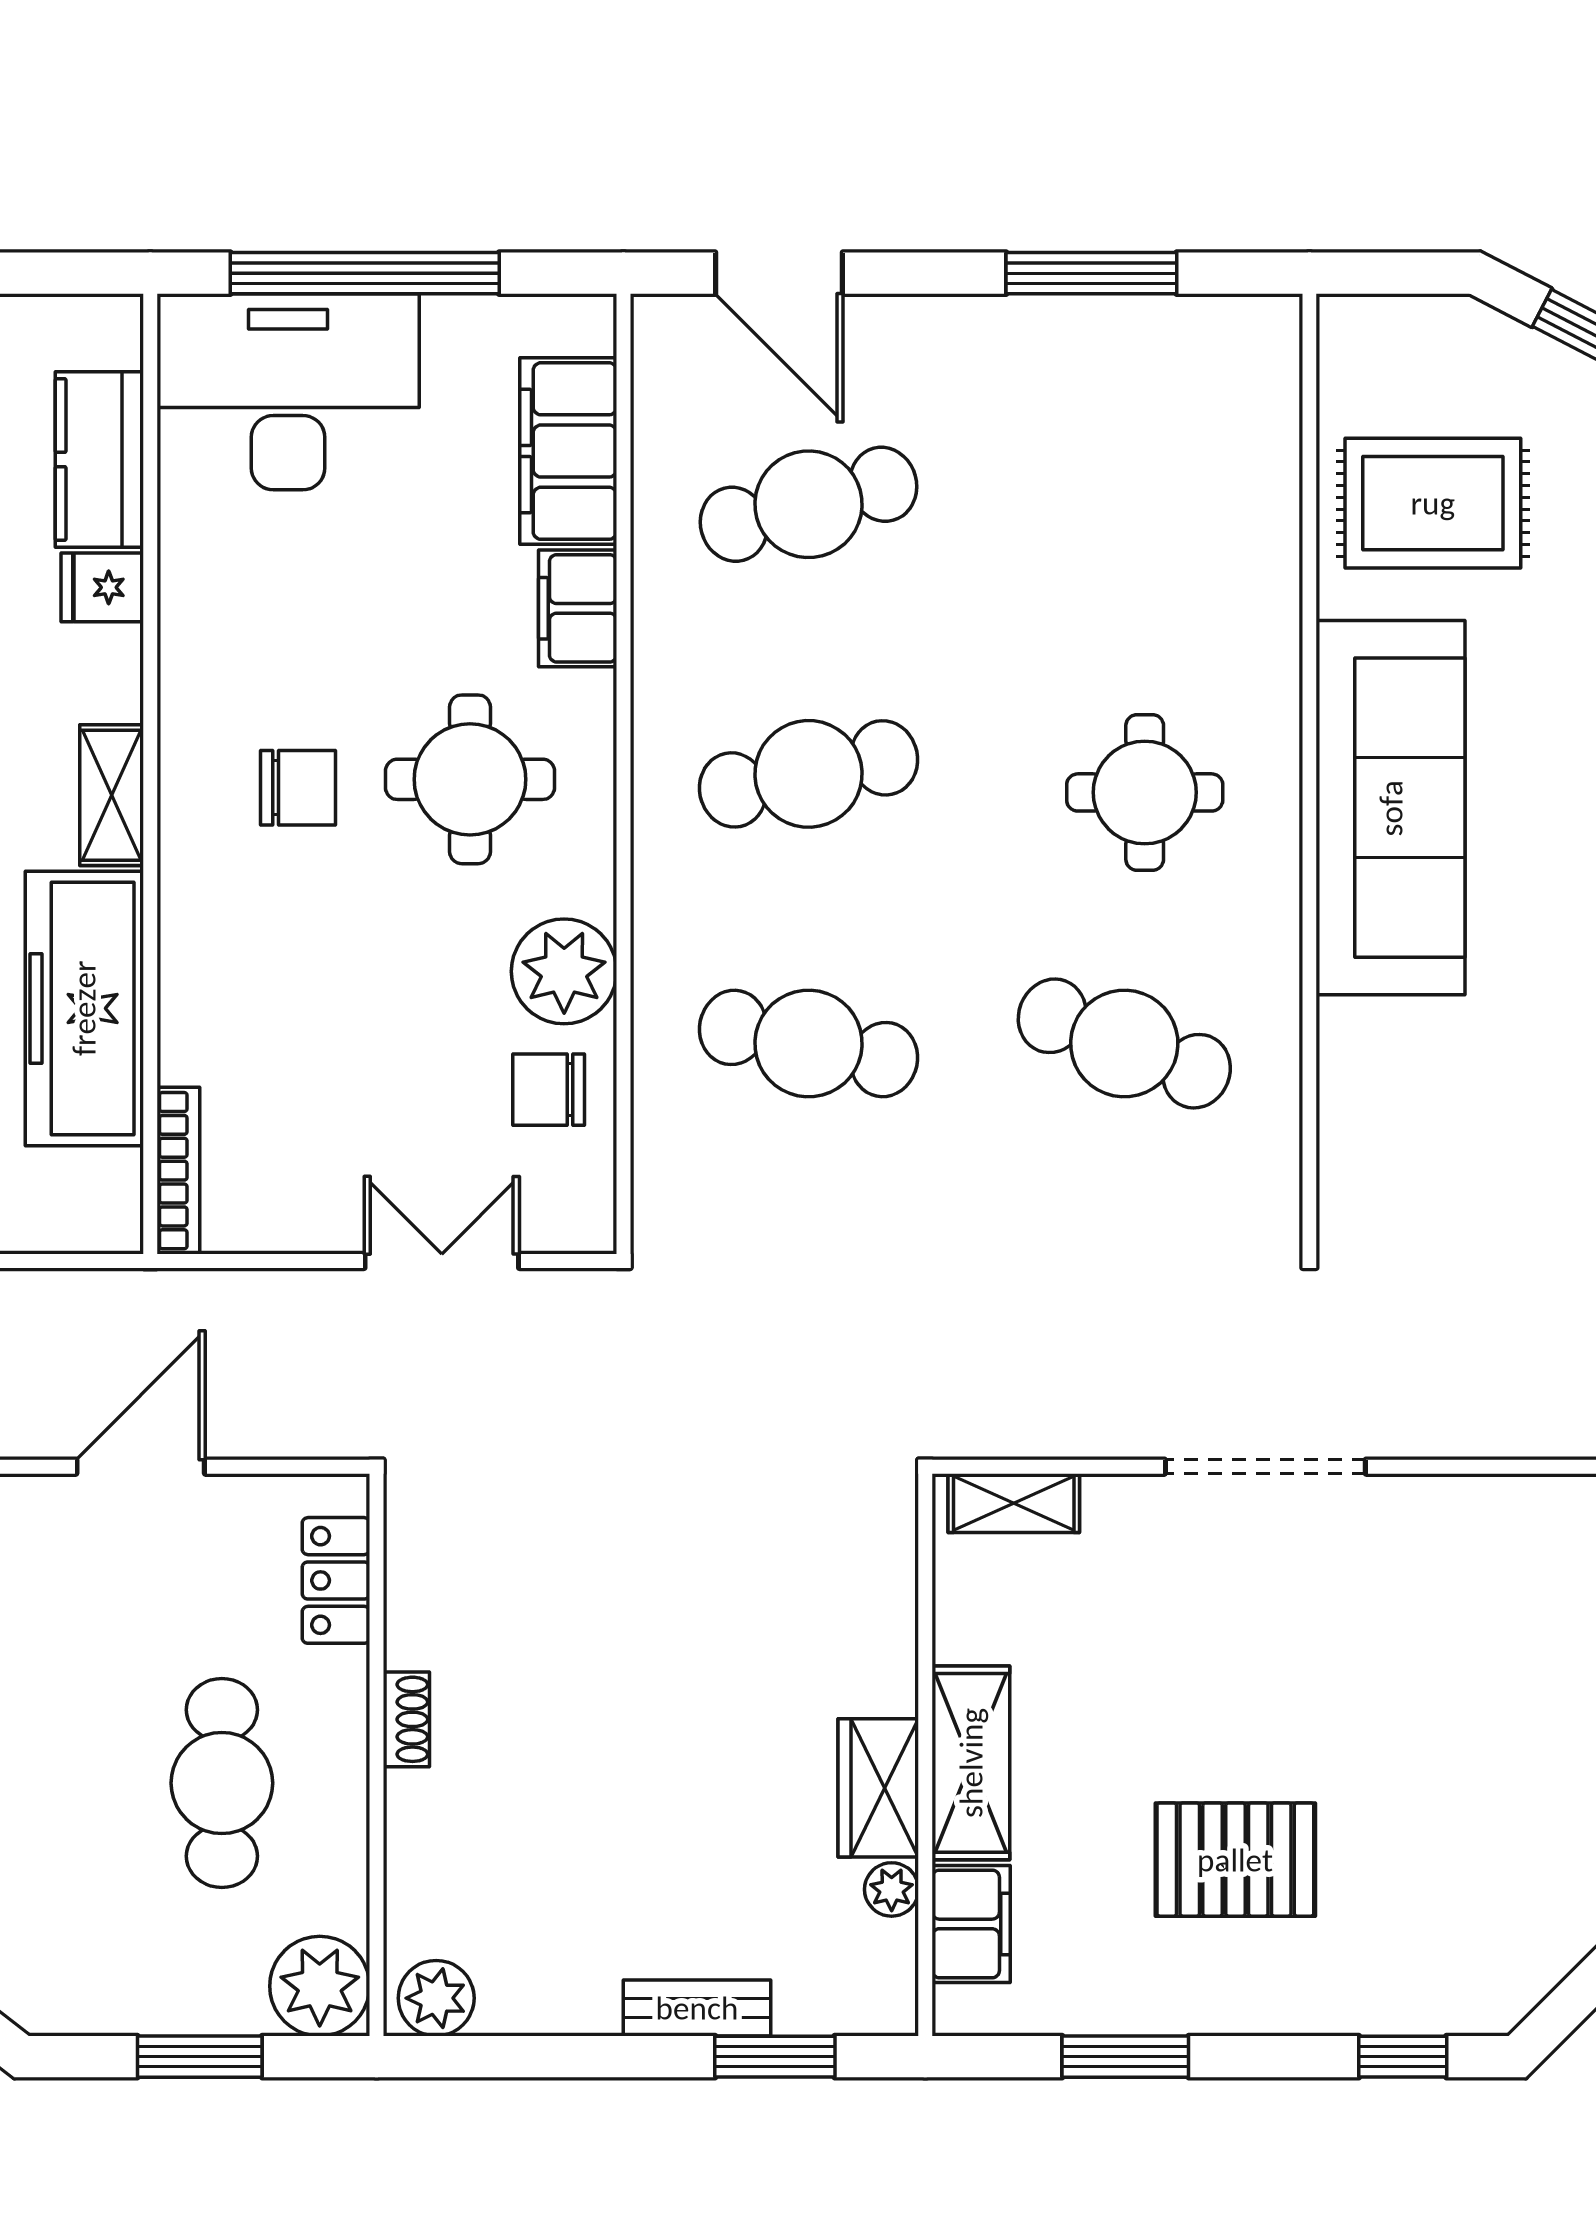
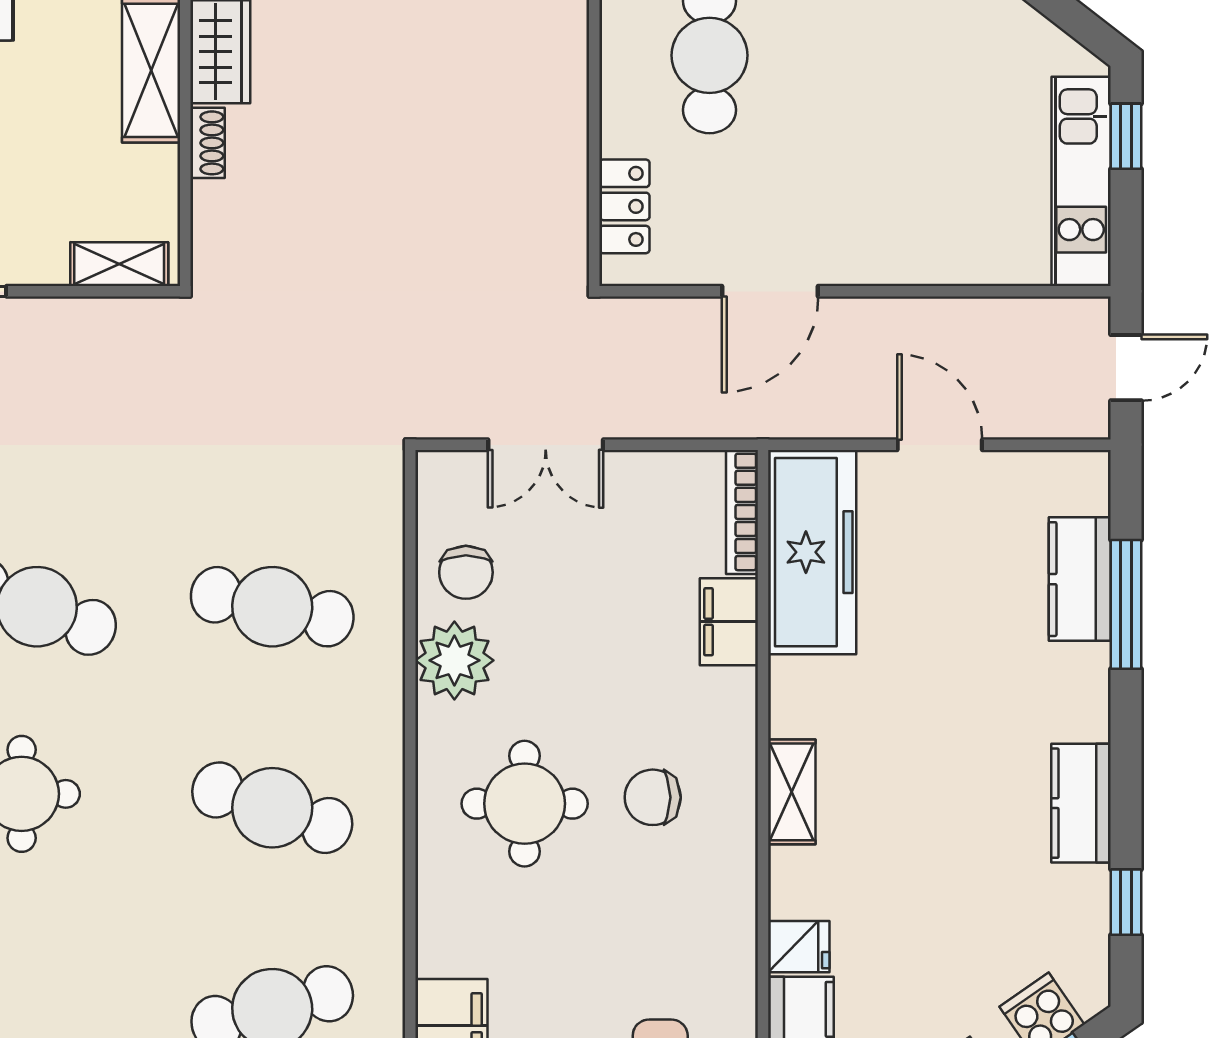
filing cabinet: (578, 608) -> (729, 622), moved, turned 180
cafe table: (809, 774) -> (272, 808), turned 30
freezer: (84, 1008) -> (812, 552), moved
chair: (549, 1090) -> (466, 572), turned 90
shoe rack: (406, 1719) -> (207, 143), moved, turned 180

